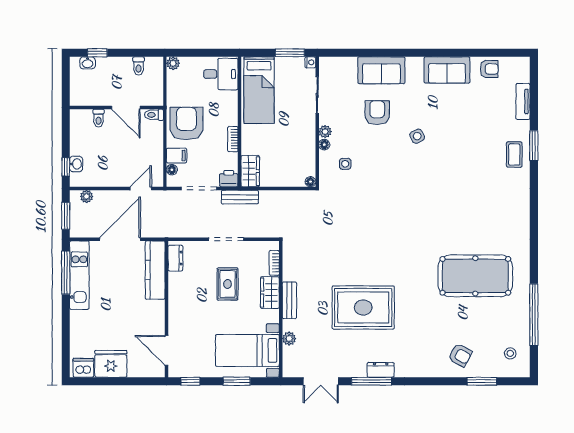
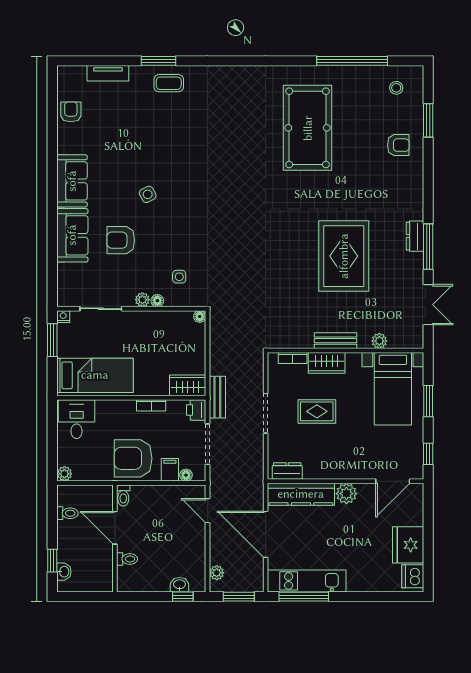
sofa: (447, 70) -> (72, 181), moved
door: (126, 108) -> (115, 528), swing flipped
plant: (156, 310) -> (346, 494), added
armchair: (460, 355) -> (398, 145), turned 62

